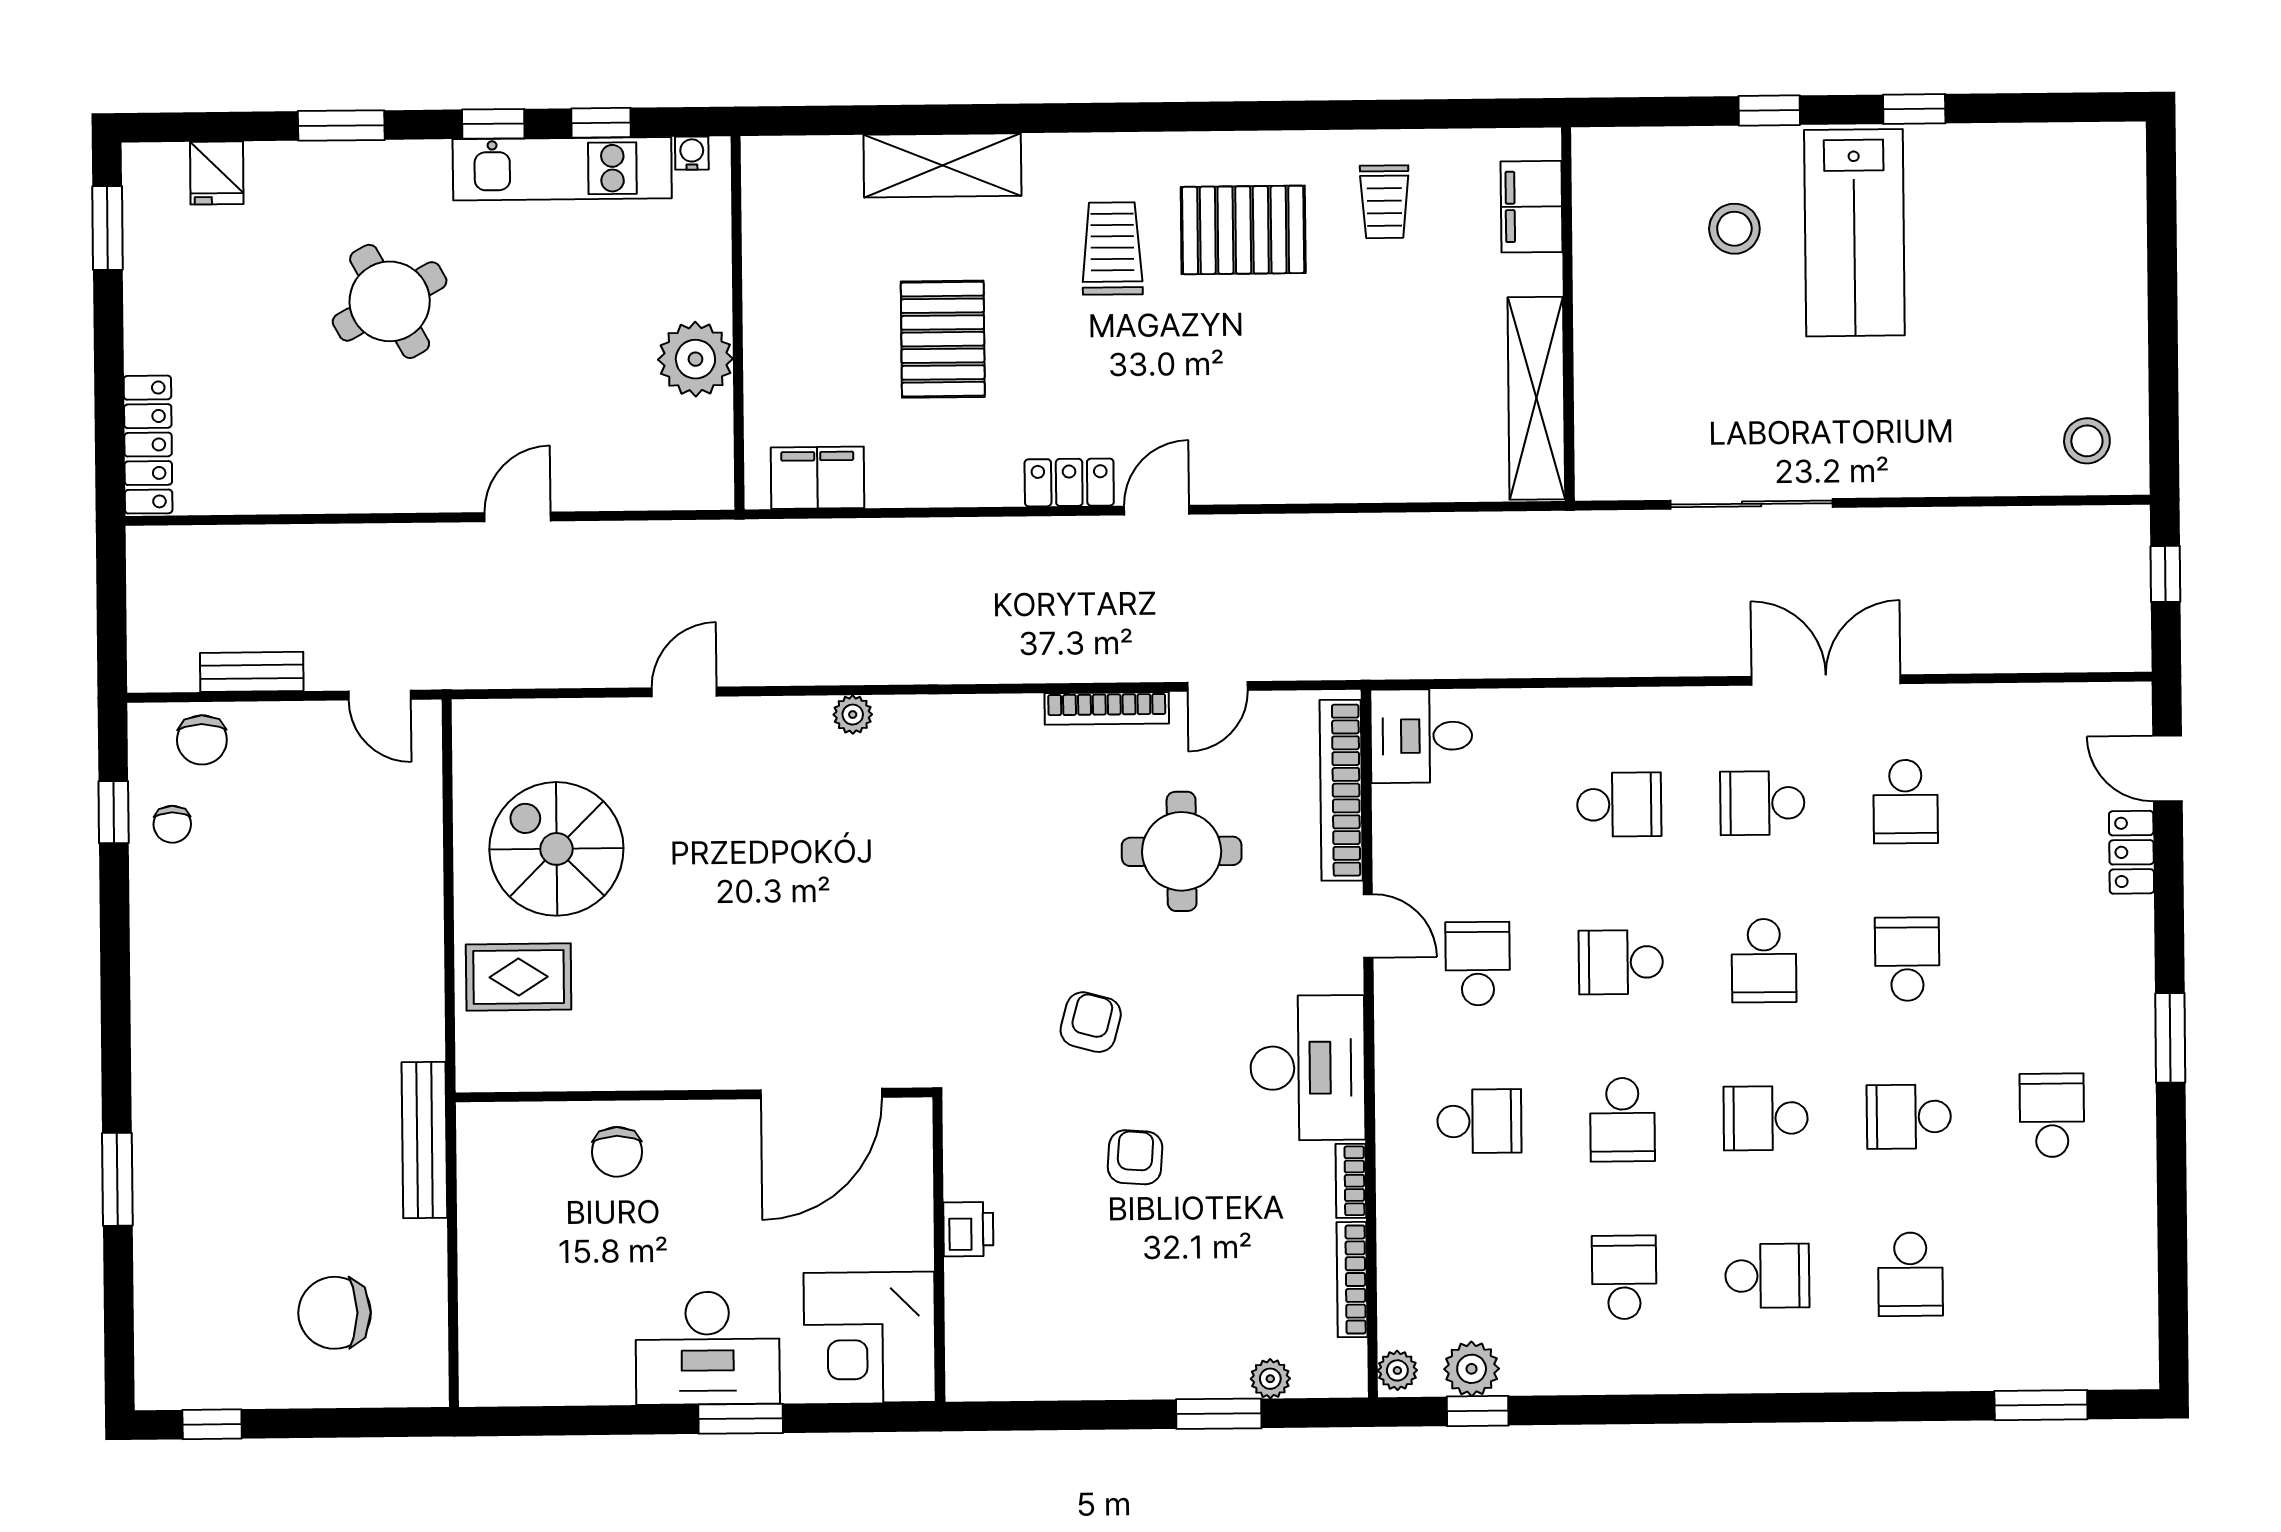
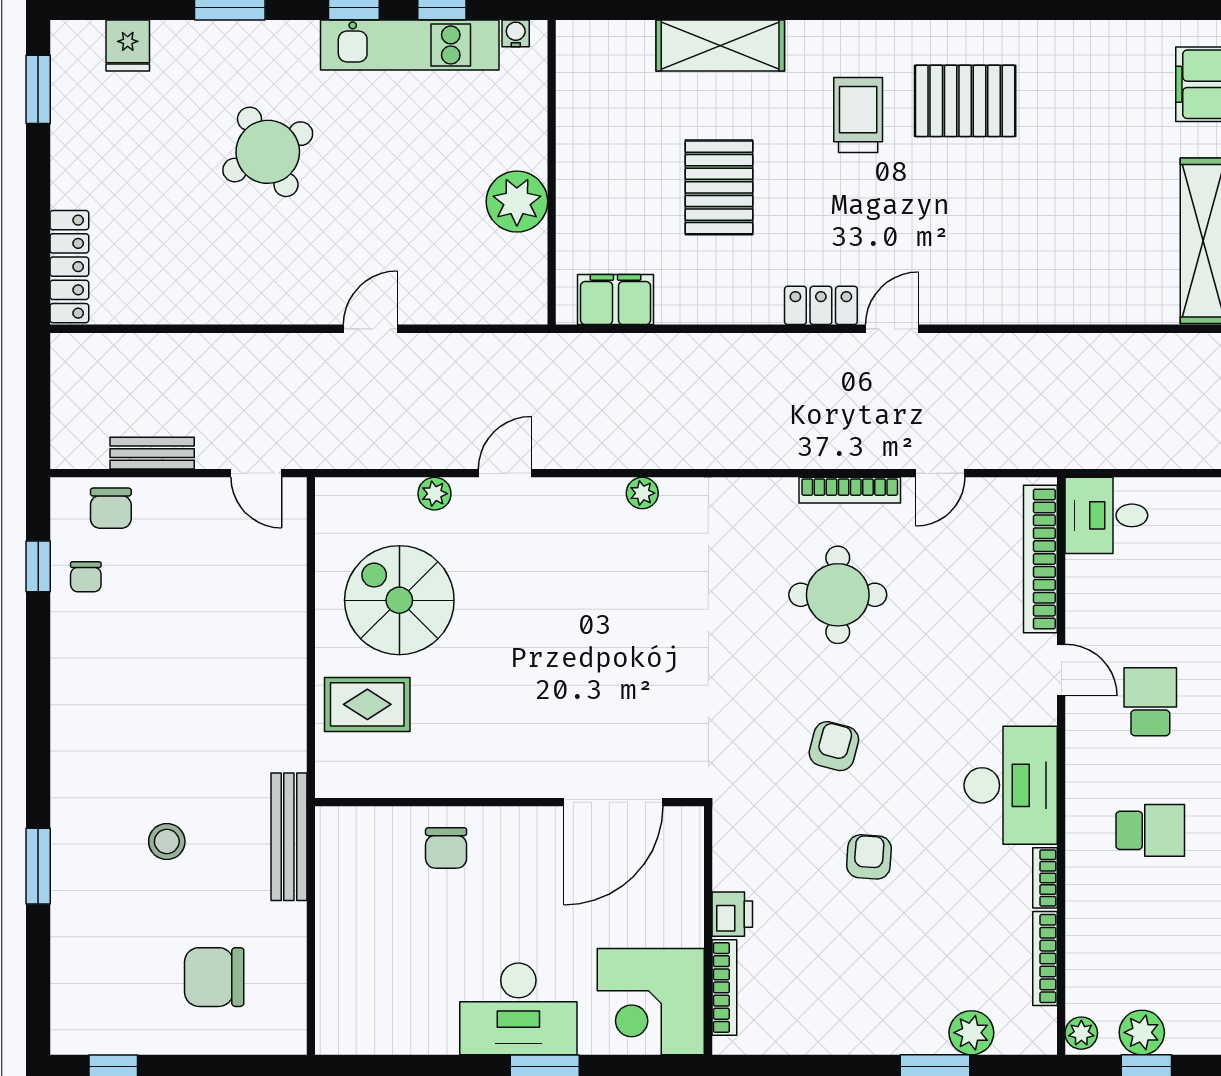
trolley: (1384, 202) -> (1081, 79), removed
plant: (598, 718) -> (434, 494), added
round table: (1182, 851) -> (838, 595), moved
stool: (275, 1147) -> (167, 841), added
bookcase: (960, 1319) -> (724, 987), added
plant: (1270, 1379) -> (971, 1033), width x1.38, depth x1.38

